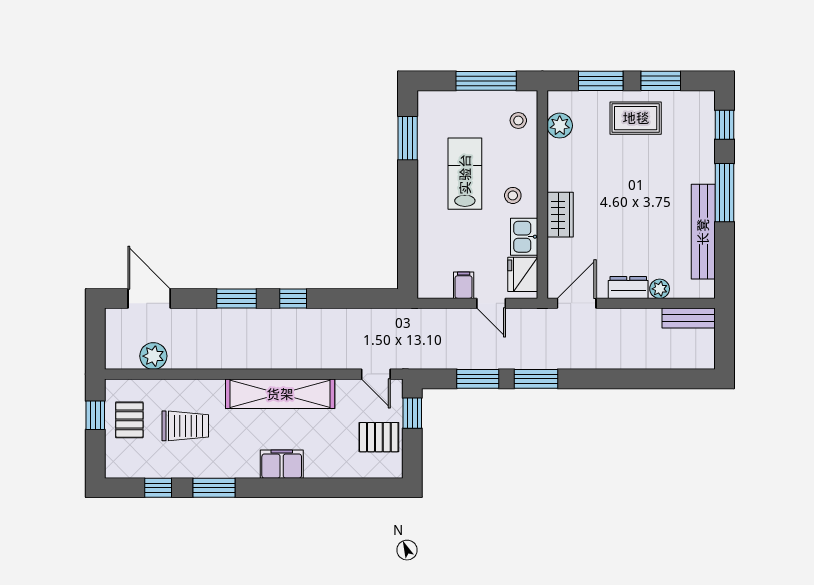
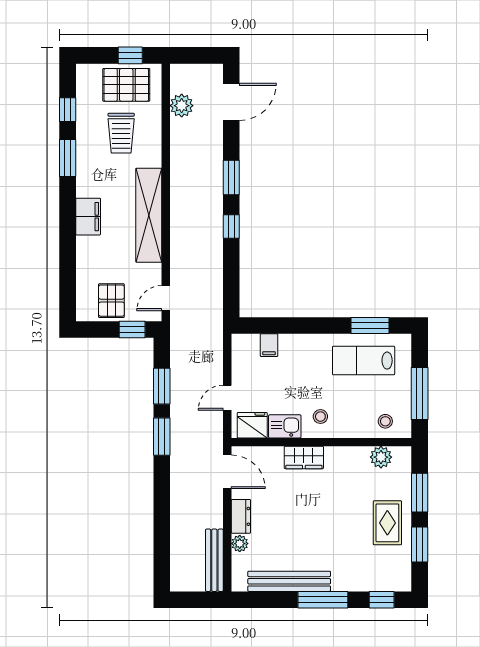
lab bench: (465, 174) -> (364, 361), moved, turned 180
filing cabinet: (464, 285) -> (269, 345), moved, turned 90
bench: (689, 318) -> (214, 560), width x1.36
pallet: (129, 420) -> (126, 85), width x1.50, depth x1.42

